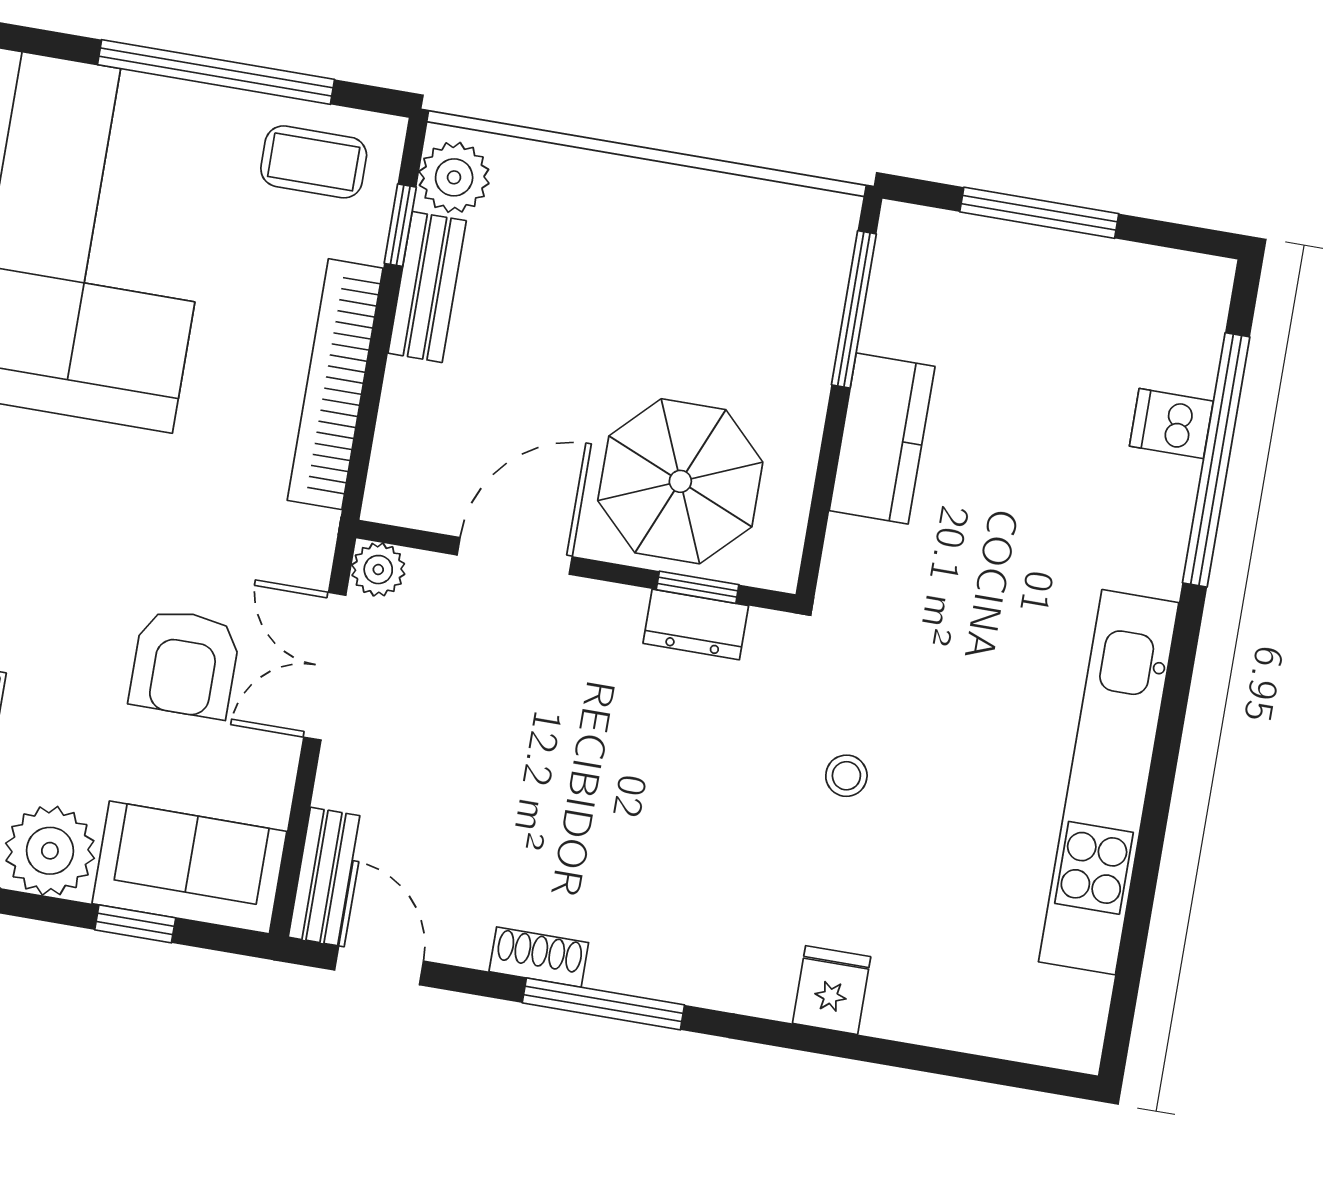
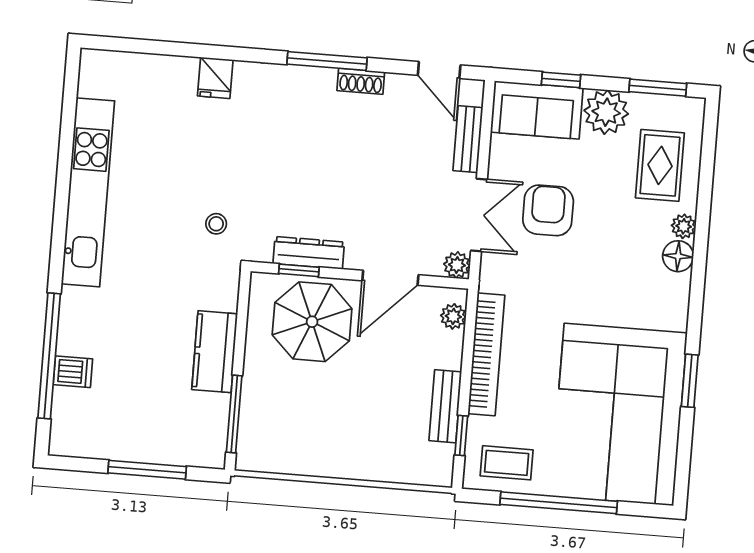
plant: (454, 177) -> (453, 316), moved, width x0.73, depth x0.73
dresser: (696, 624) -> (309, 253), width x1.44
stool: (846, 776) -> (216, 224), moved
bench: (324, 876) -> (468, 139), moved

